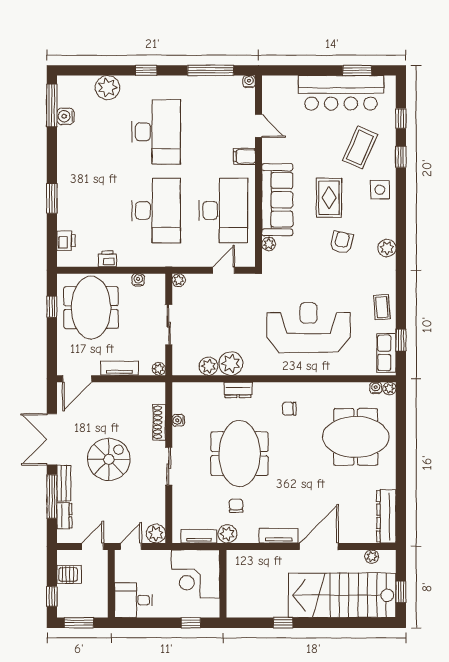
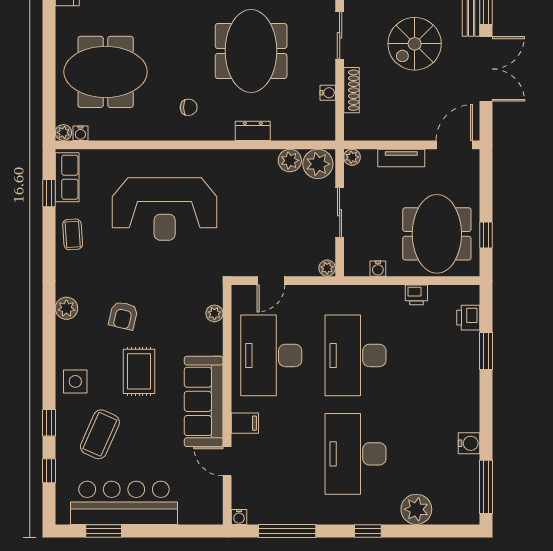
water cooler: (65, 116) -> (469, 443), moved
window: (52, 198) -> (486, 351), moved
sofa: (277, 200) -> (204, 401), moved
plant: (231, 363) -> (318, 164), moved

